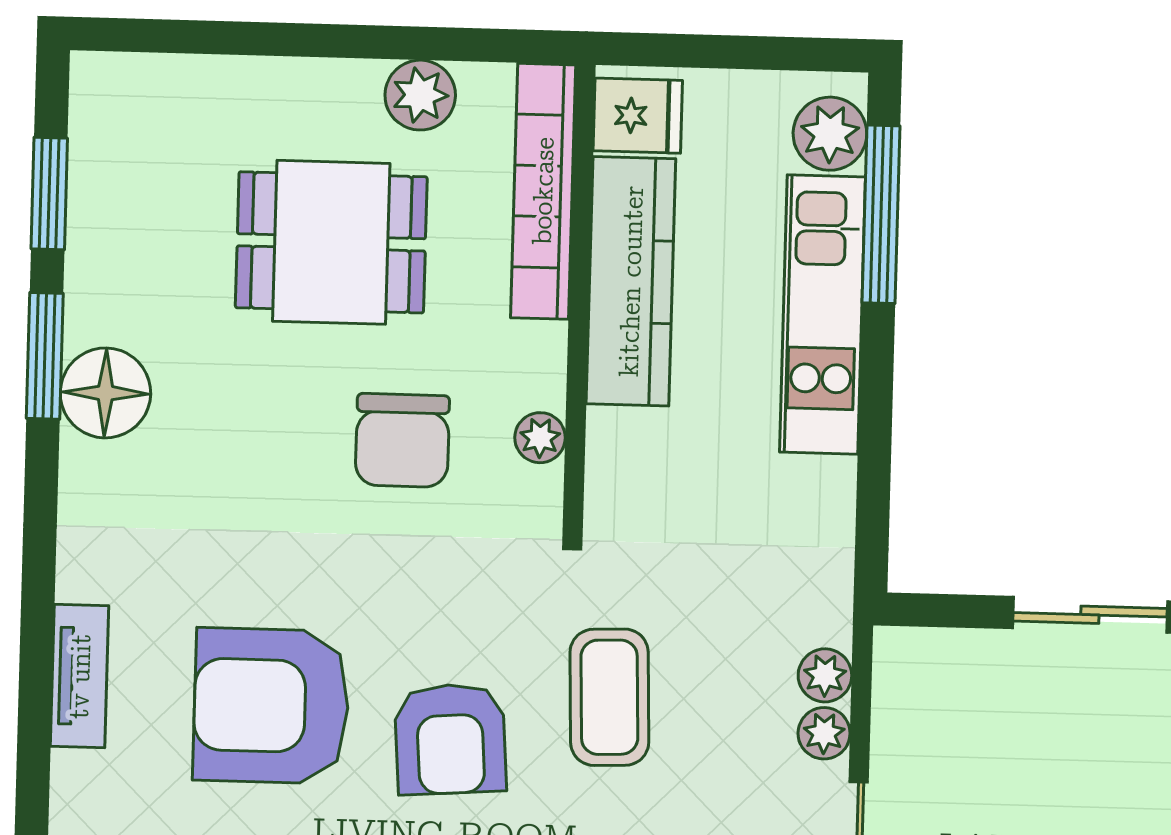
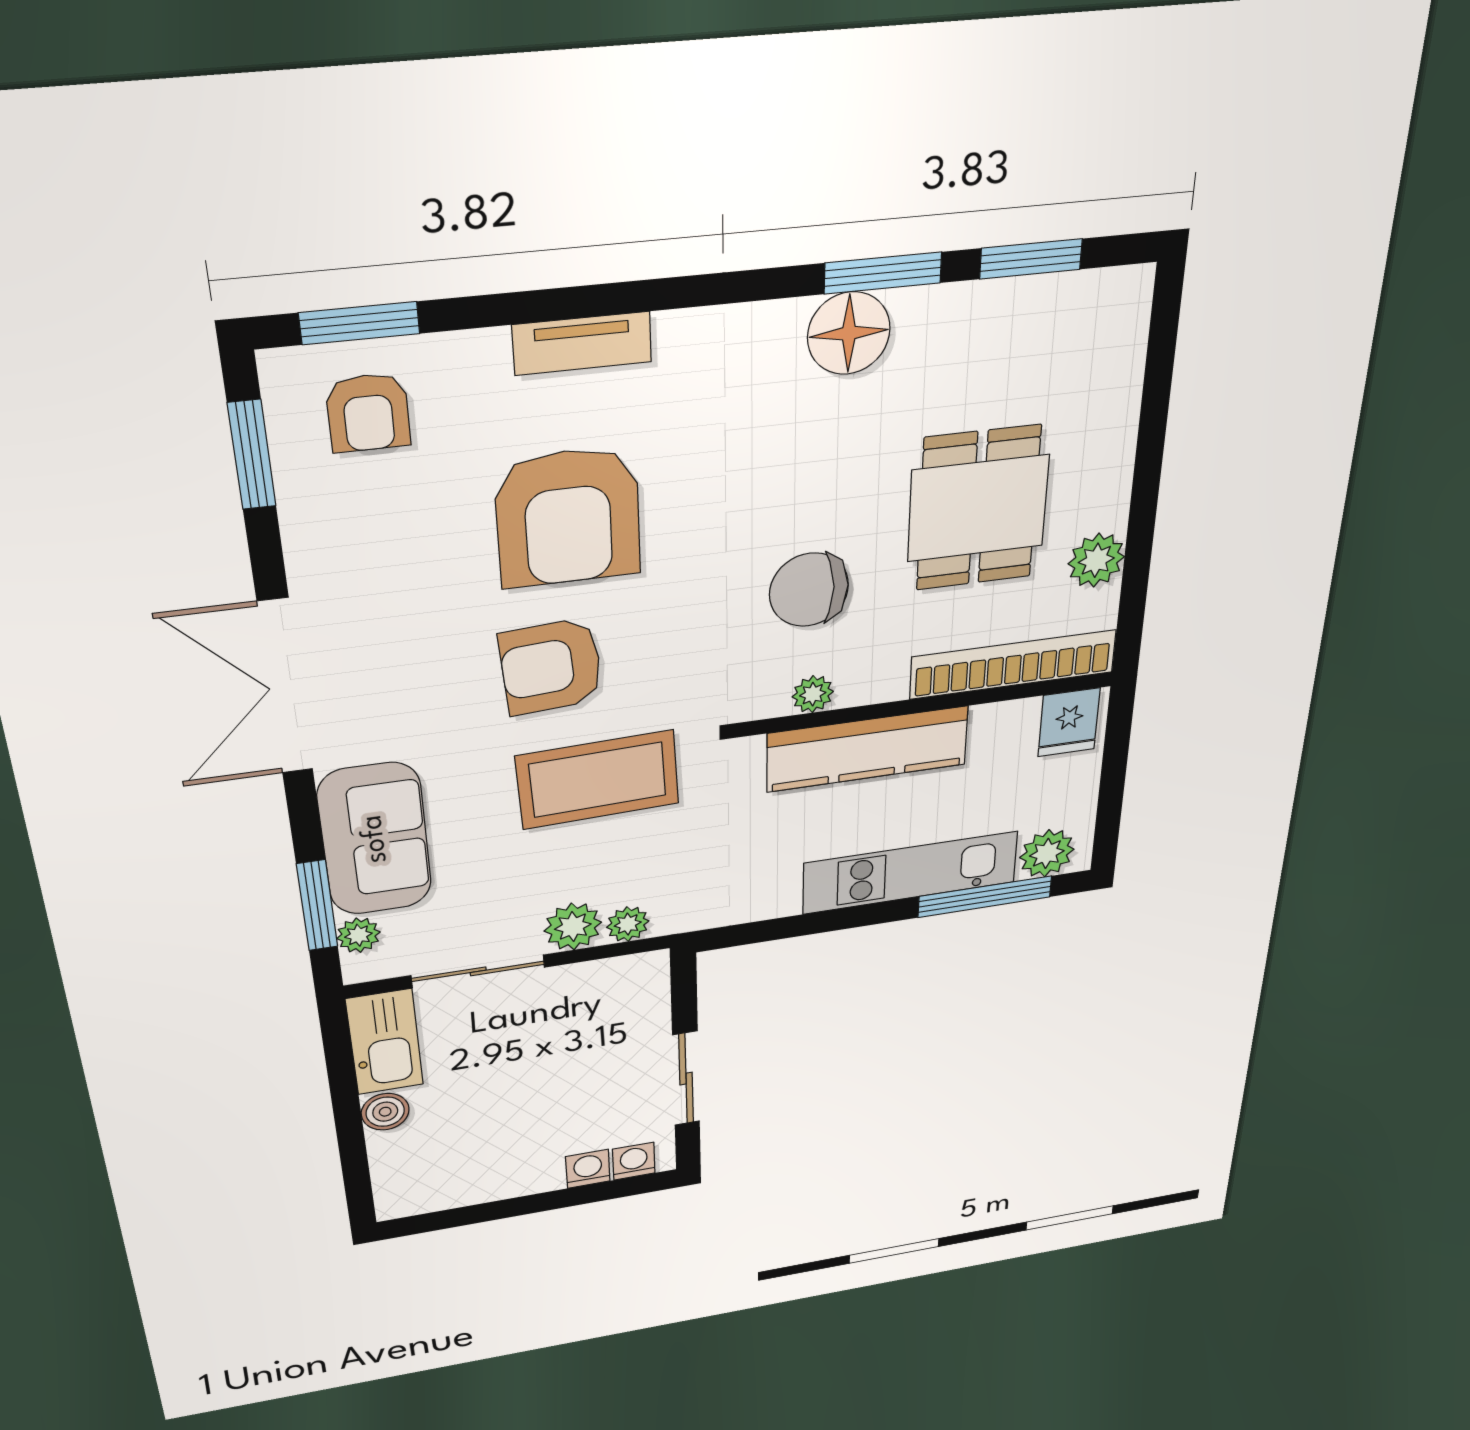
kitchen counter: (631, 281) -> (868, 749), moved
coffee table: (609, 697) -> (598, 780), width x1.36, depth x1.32
armchair: (271, 706) -> (568, 517), turned 180
plant: (824, 733) -> (573, 927), width x1.38, depth x1.38

